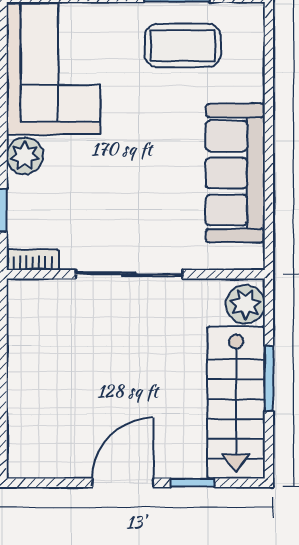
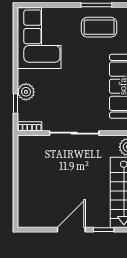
plant: (25, 156) -> (26, 92), moved

